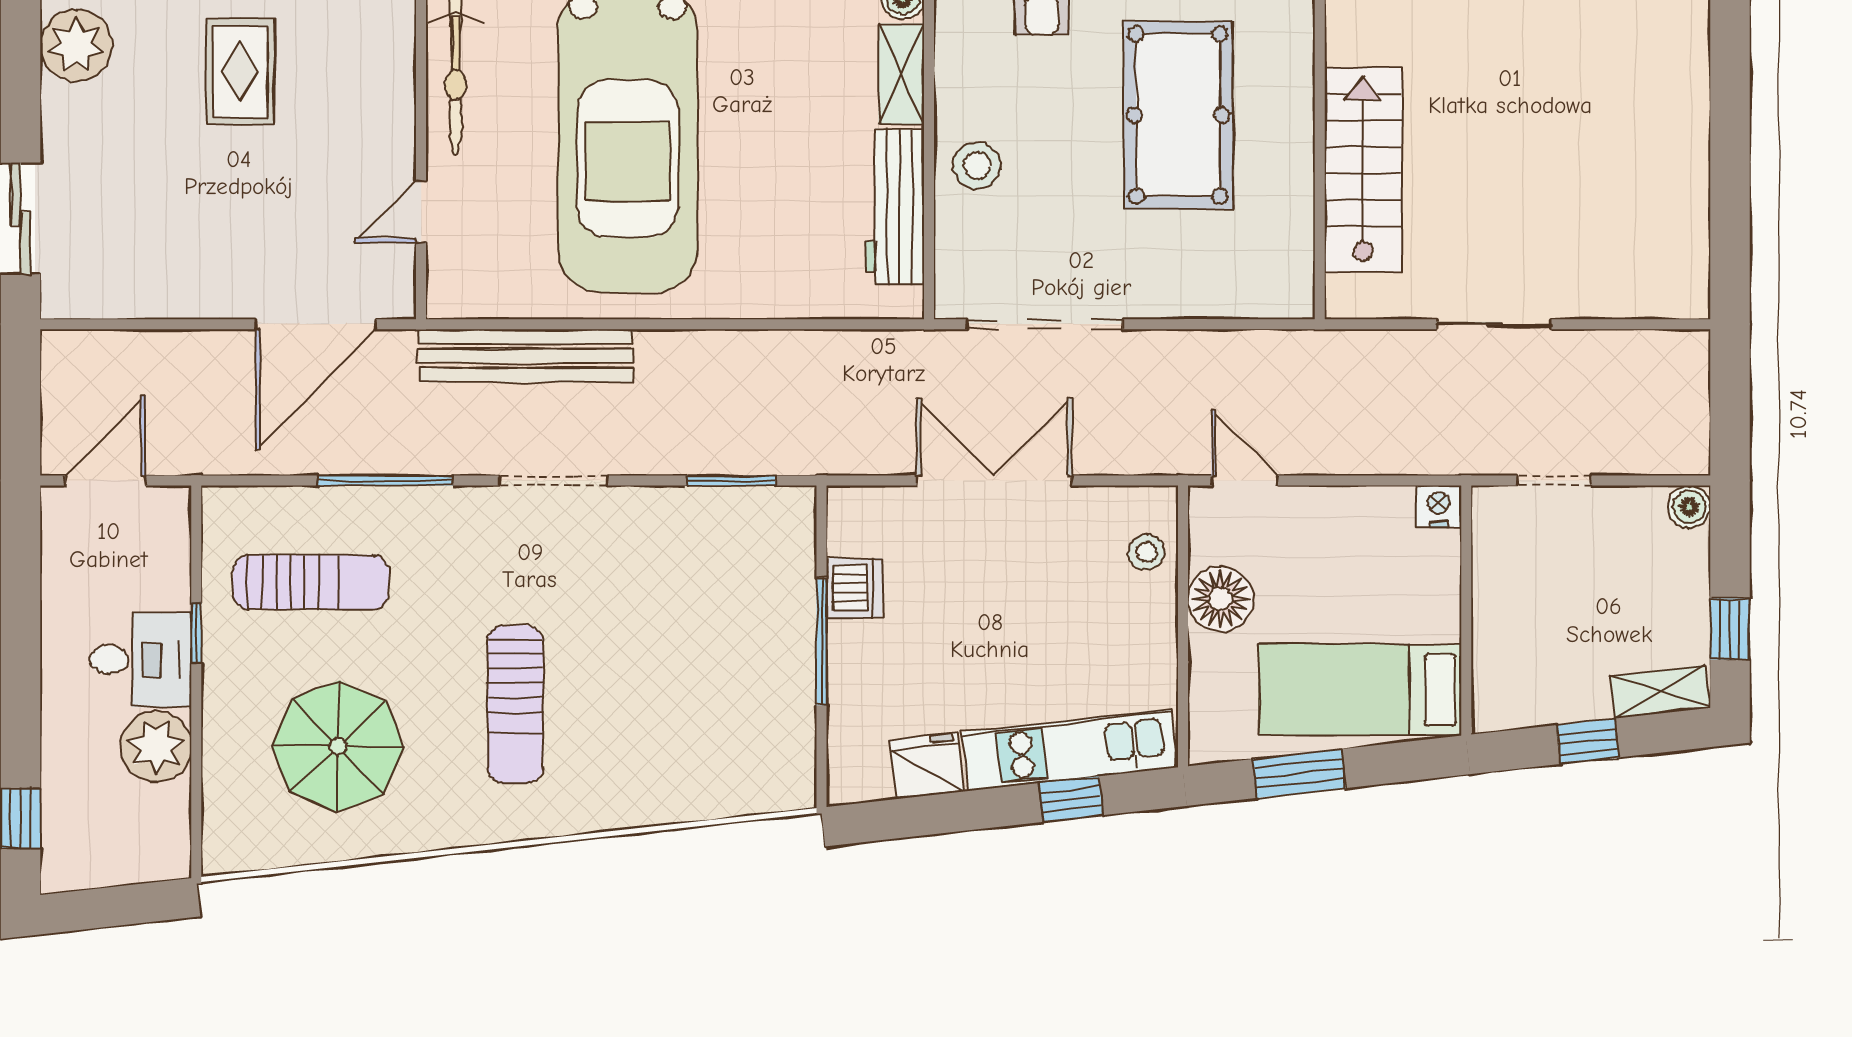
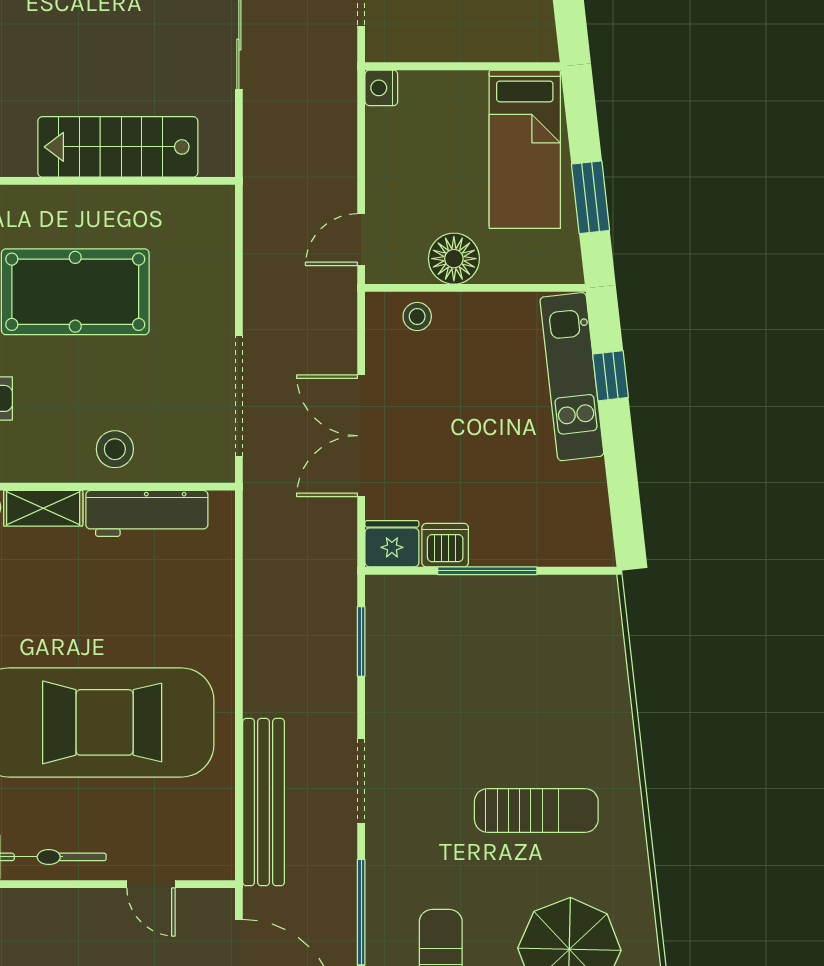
fridge: (927, 766) -> (392, 544), moved, turned 96

